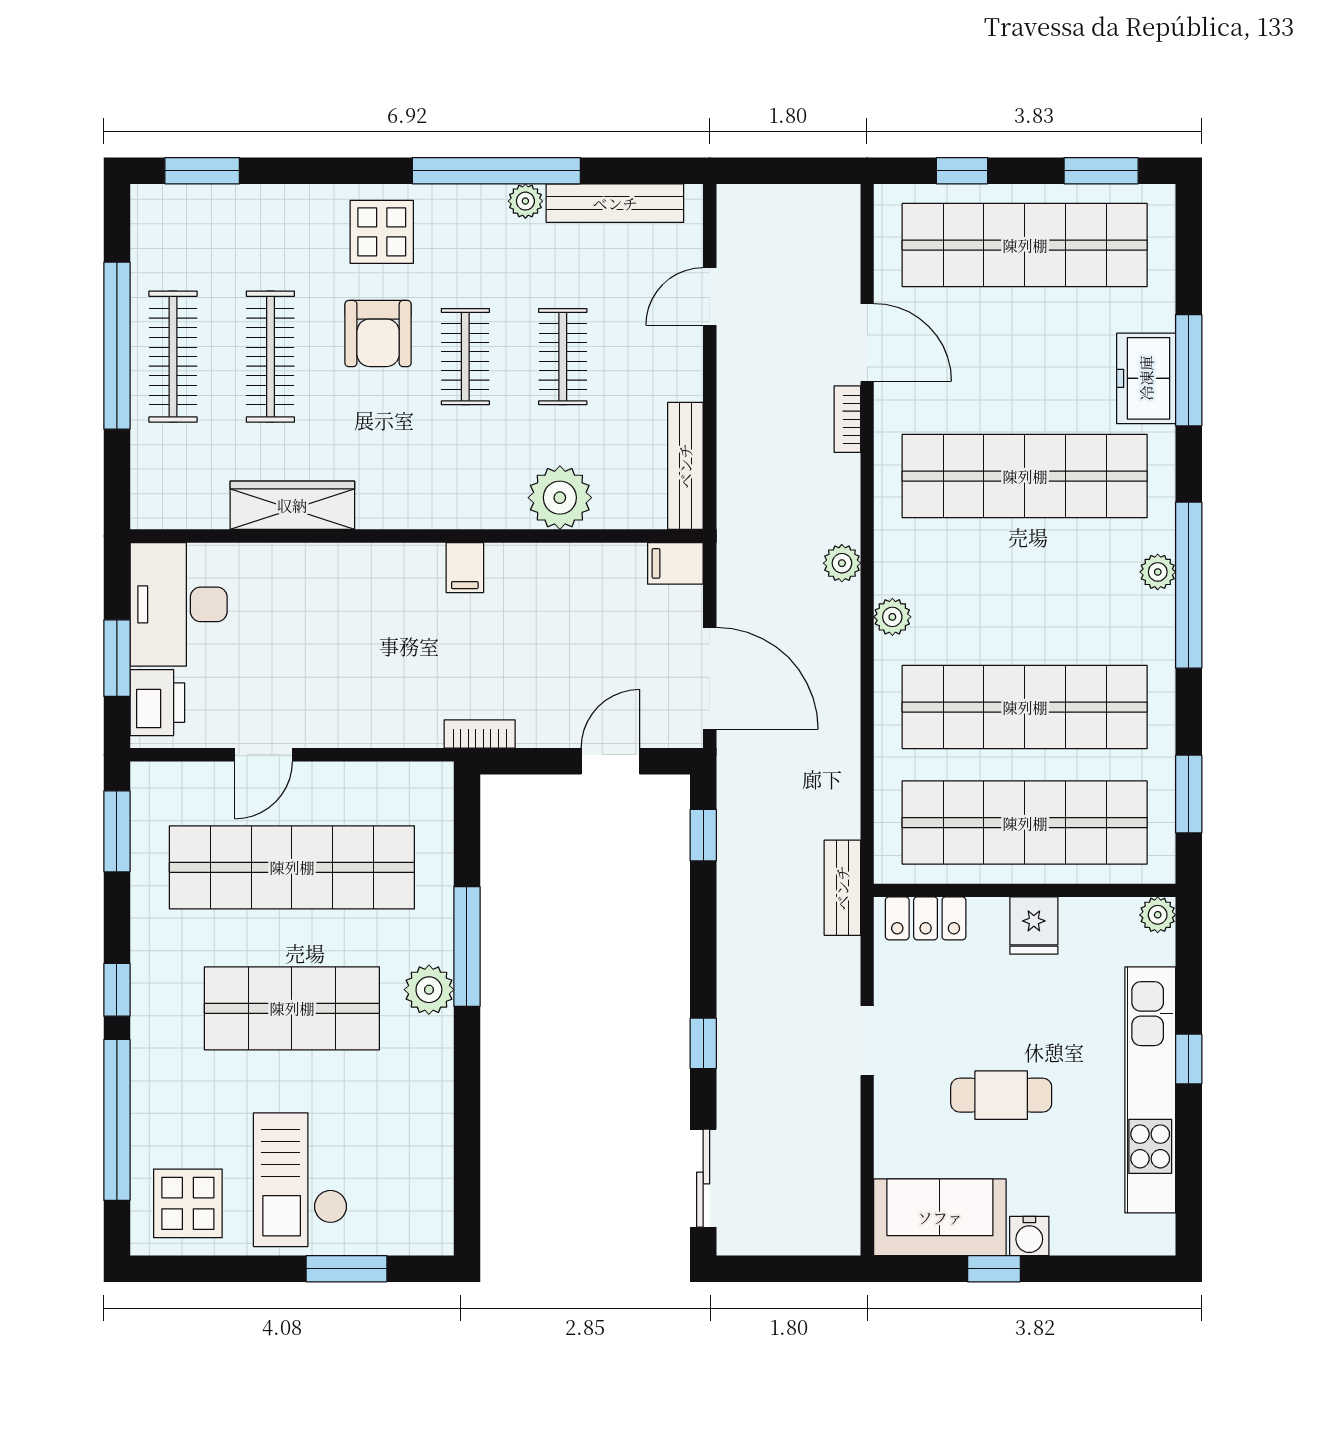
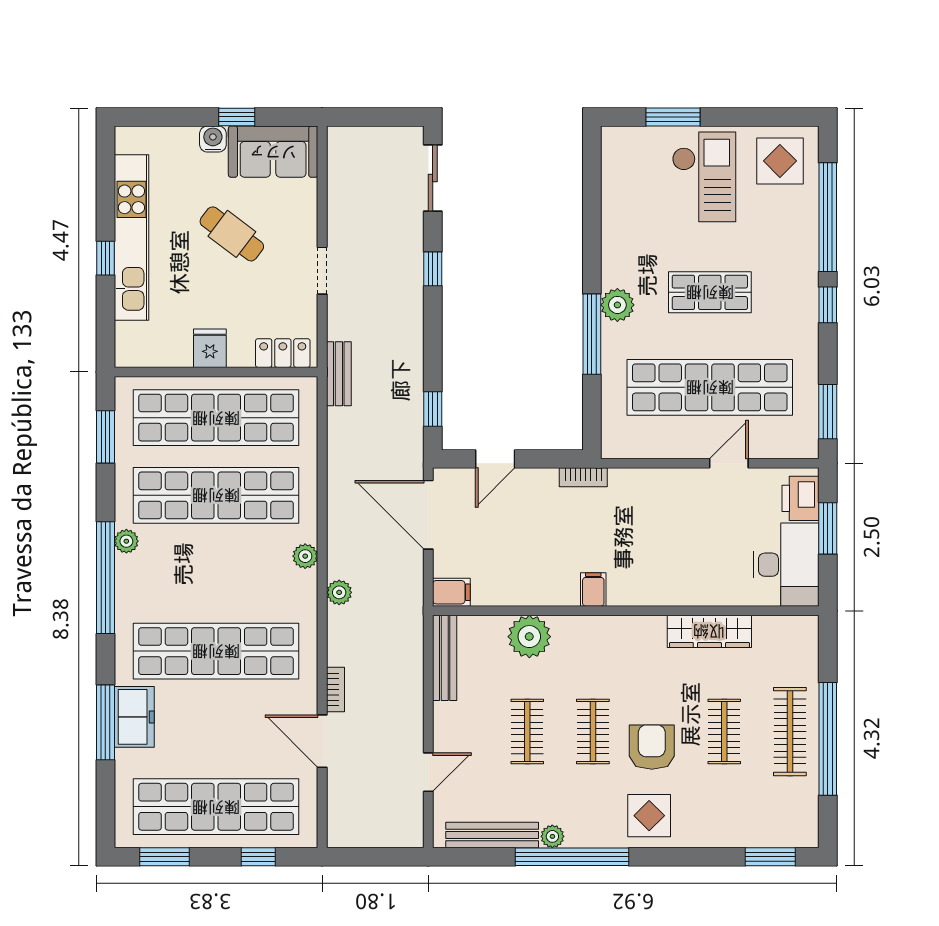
clothes rail: (270, 357) -> (724, 732), width x0.73
plant: (1158, 572) -> (126, 541), moved
plant: (1158, 915) -> (126, 355), removed
shop shelf: (292, 1008) -> (710, 292), width x0.70, depth x0.74
cafe table: (1001, 1095) -> (232, 234), turned 37

